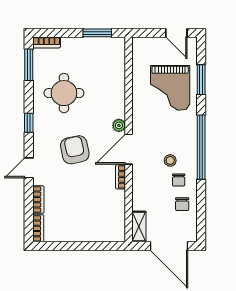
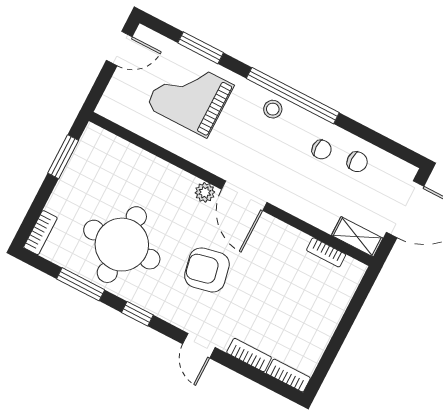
window: (29, 65) -> (81, 284), moved
grand piano: (170, 88) -> (190, 96), turned 180
round table: (64, 93) -> (122, 245), width x1.36, depth x1.36
stool: (170, 160) -> (273, 109), moved
bookcase: (121, 177) -> (326, 252), moved

